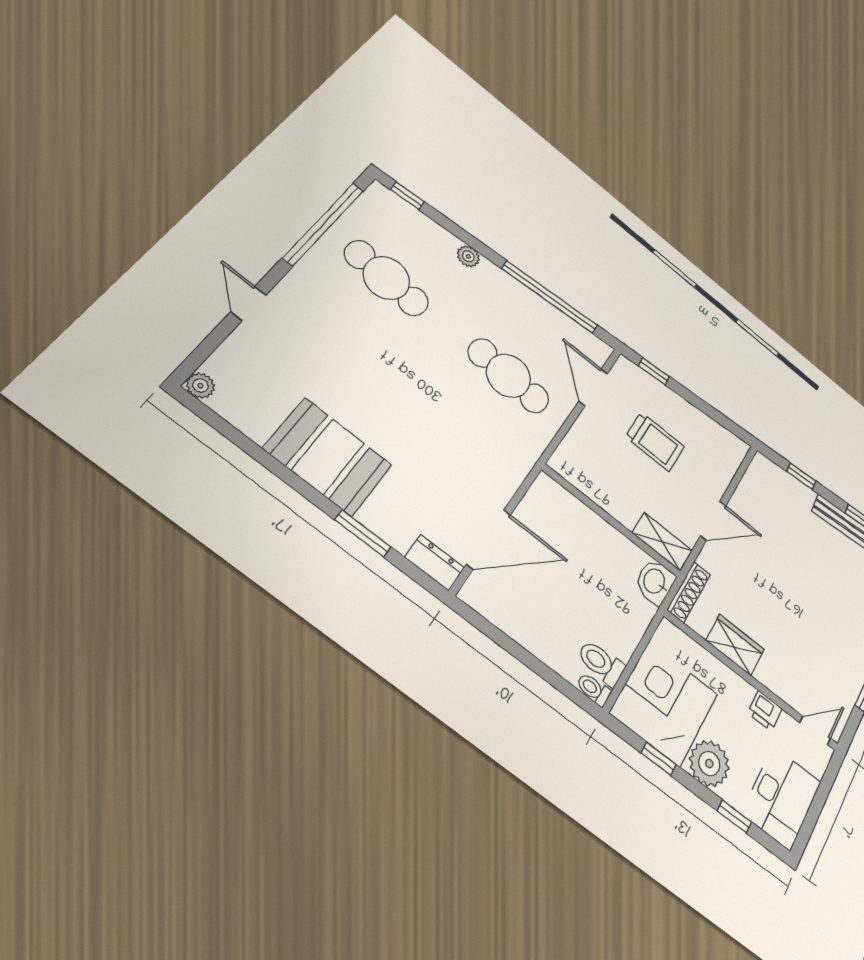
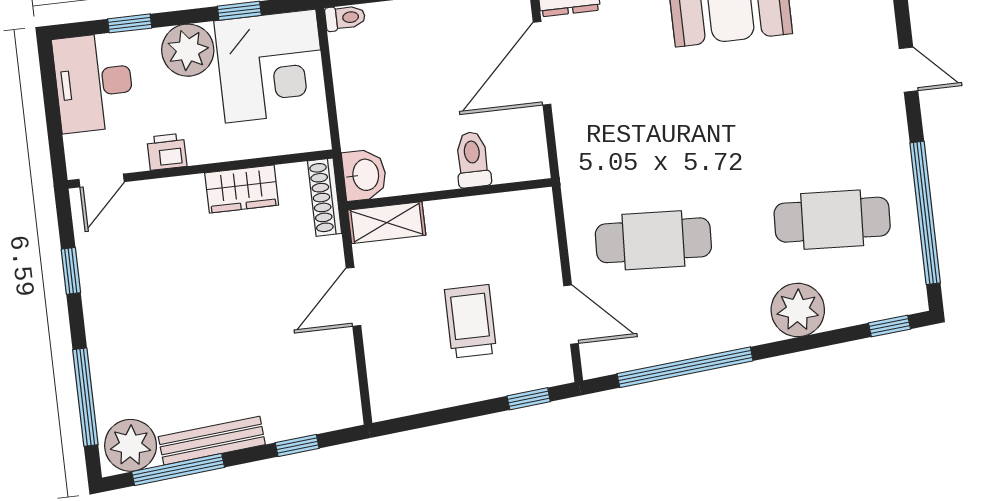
plant: (468, 256) -> (798, 310), width x1.88, depth x1.88
trolley: (655, 442) -> (471, 321), turned 90
toilet: (601, 663) -> (473, 160), moved, turned -90

